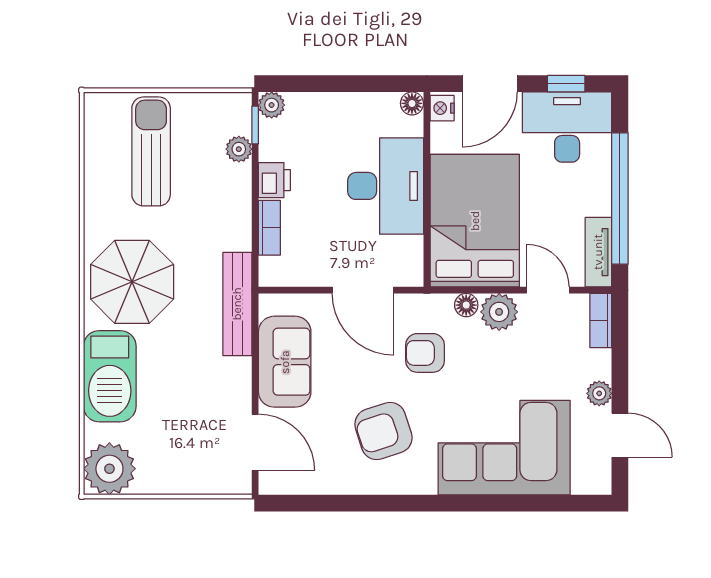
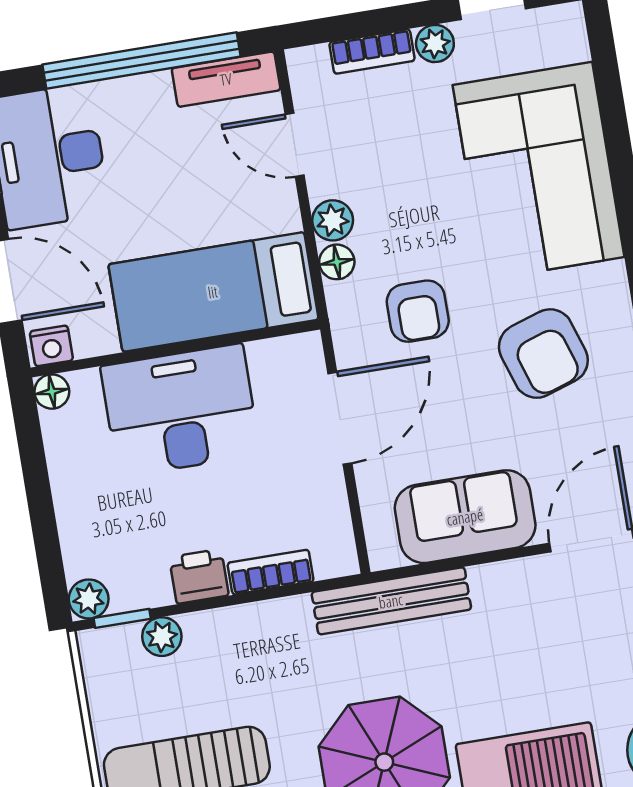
bed: (475, 221) -> (213, 292), width x0.67
door: (548, 290) -> (295, 145), hinge flipped
plant: (499, 312) -> (333, 220), width x0.73, depth x0.73
bookcase: (601, 321) -> (372, 51), moved

